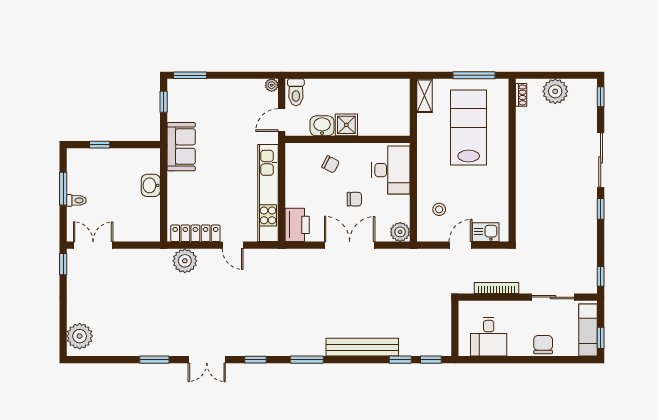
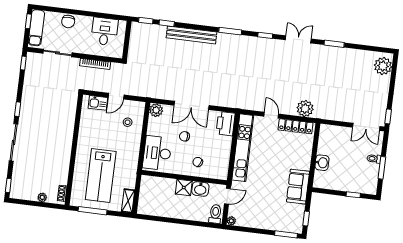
plant: (555, 91) -> (42, 197), width x0.53, depth x0.53

